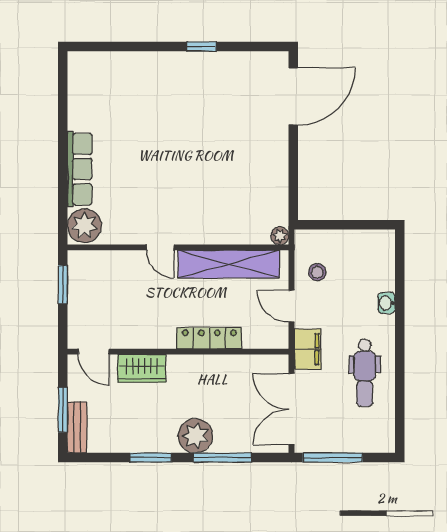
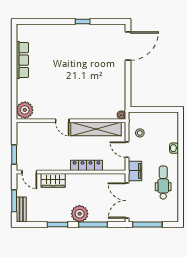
row of seats: (80, 169) -> (22, 60), moved
window: (63, 285) -> (14, 154), moved
dental chair: (365, 373) -> (163, 183), turned 180

